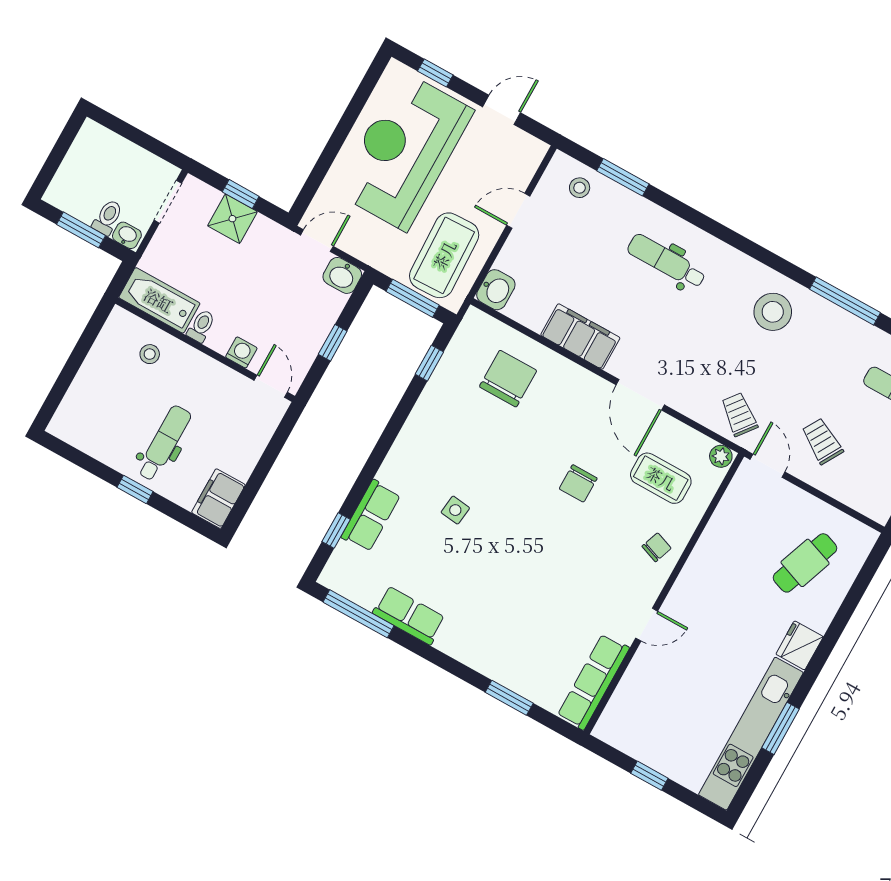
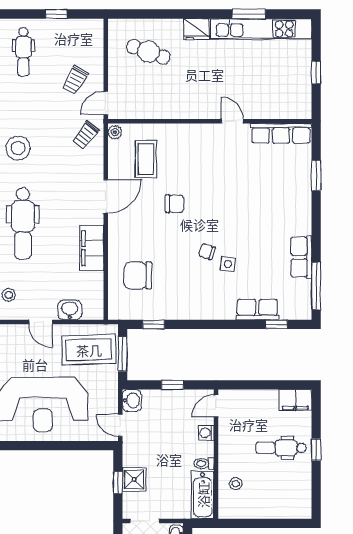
dental chair: (666, 261) -> (23, 223), width x1.36, depth x1.38
washbasin: (496, 290) -> (70, 310), moved
chair: (657, 547) -> (207, 251), moved

